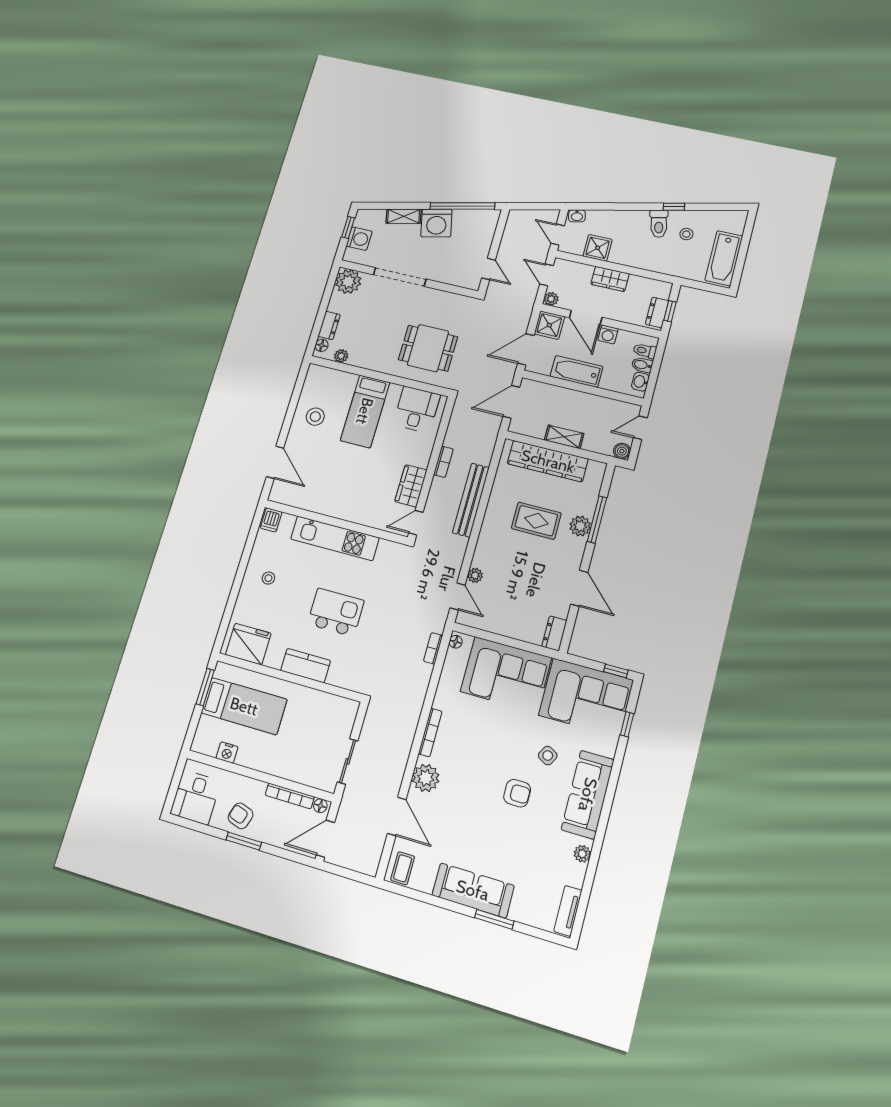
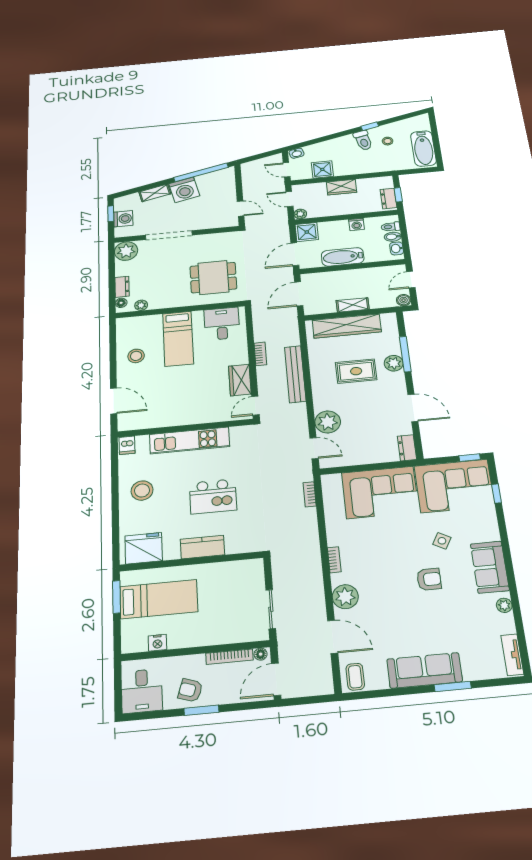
door: (586, 317) -> (334, 218), removed
plant: (475, 575) -> (328, 422), width x1.88, depth x1.88
stool: (268, 578) -> (142, 491), width x1.89, depth x1.89
kitchen island: (336, 612) -> (213, 496), turned 180
floor lamp: (456, 642) -> (327, 483), removed
bookcase: (430, 733) -> (334, 560), width x0.64
sofa: (588, 795) -> (490, 567), width x0.73

